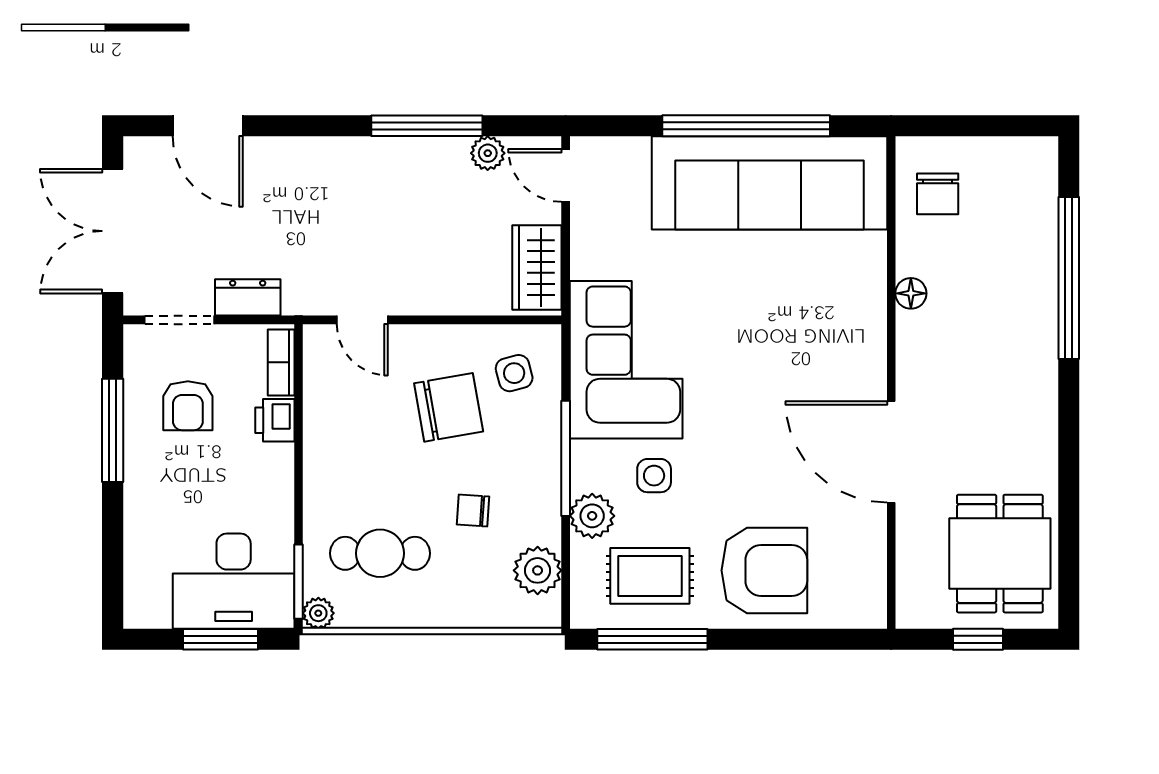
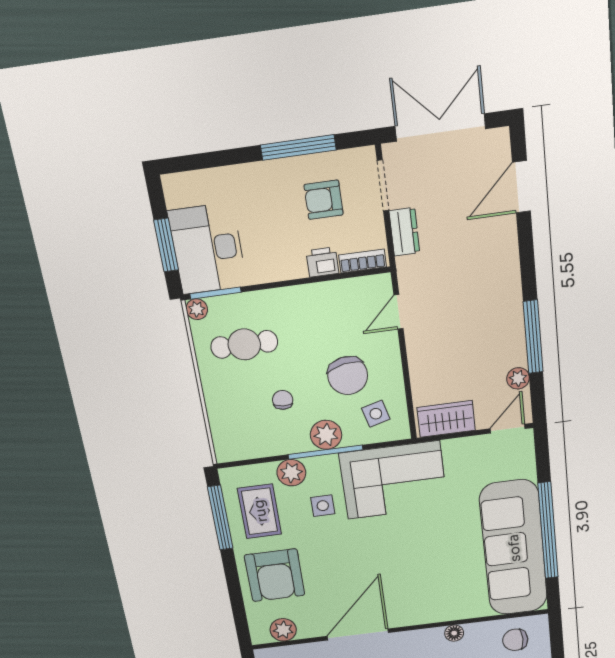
cafe table: (380, 553) -> (244, 344), turned 90
plant: (538, 570) -> (326, 435), moved
plant: (866, 573) -> (283, 630), added

